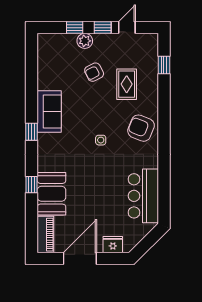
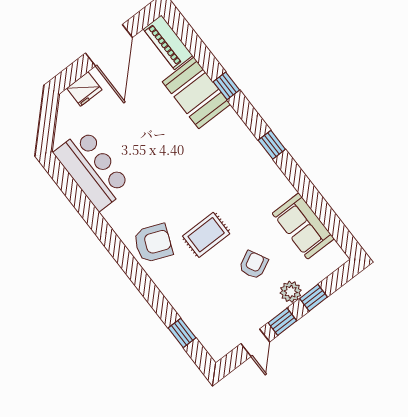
rug: (127, 84) -> (206, 235), moved, turned 90
sofa: (49, 111) -> (303, 226), moved
side table: (101, 140) -> (188, 195), removed

